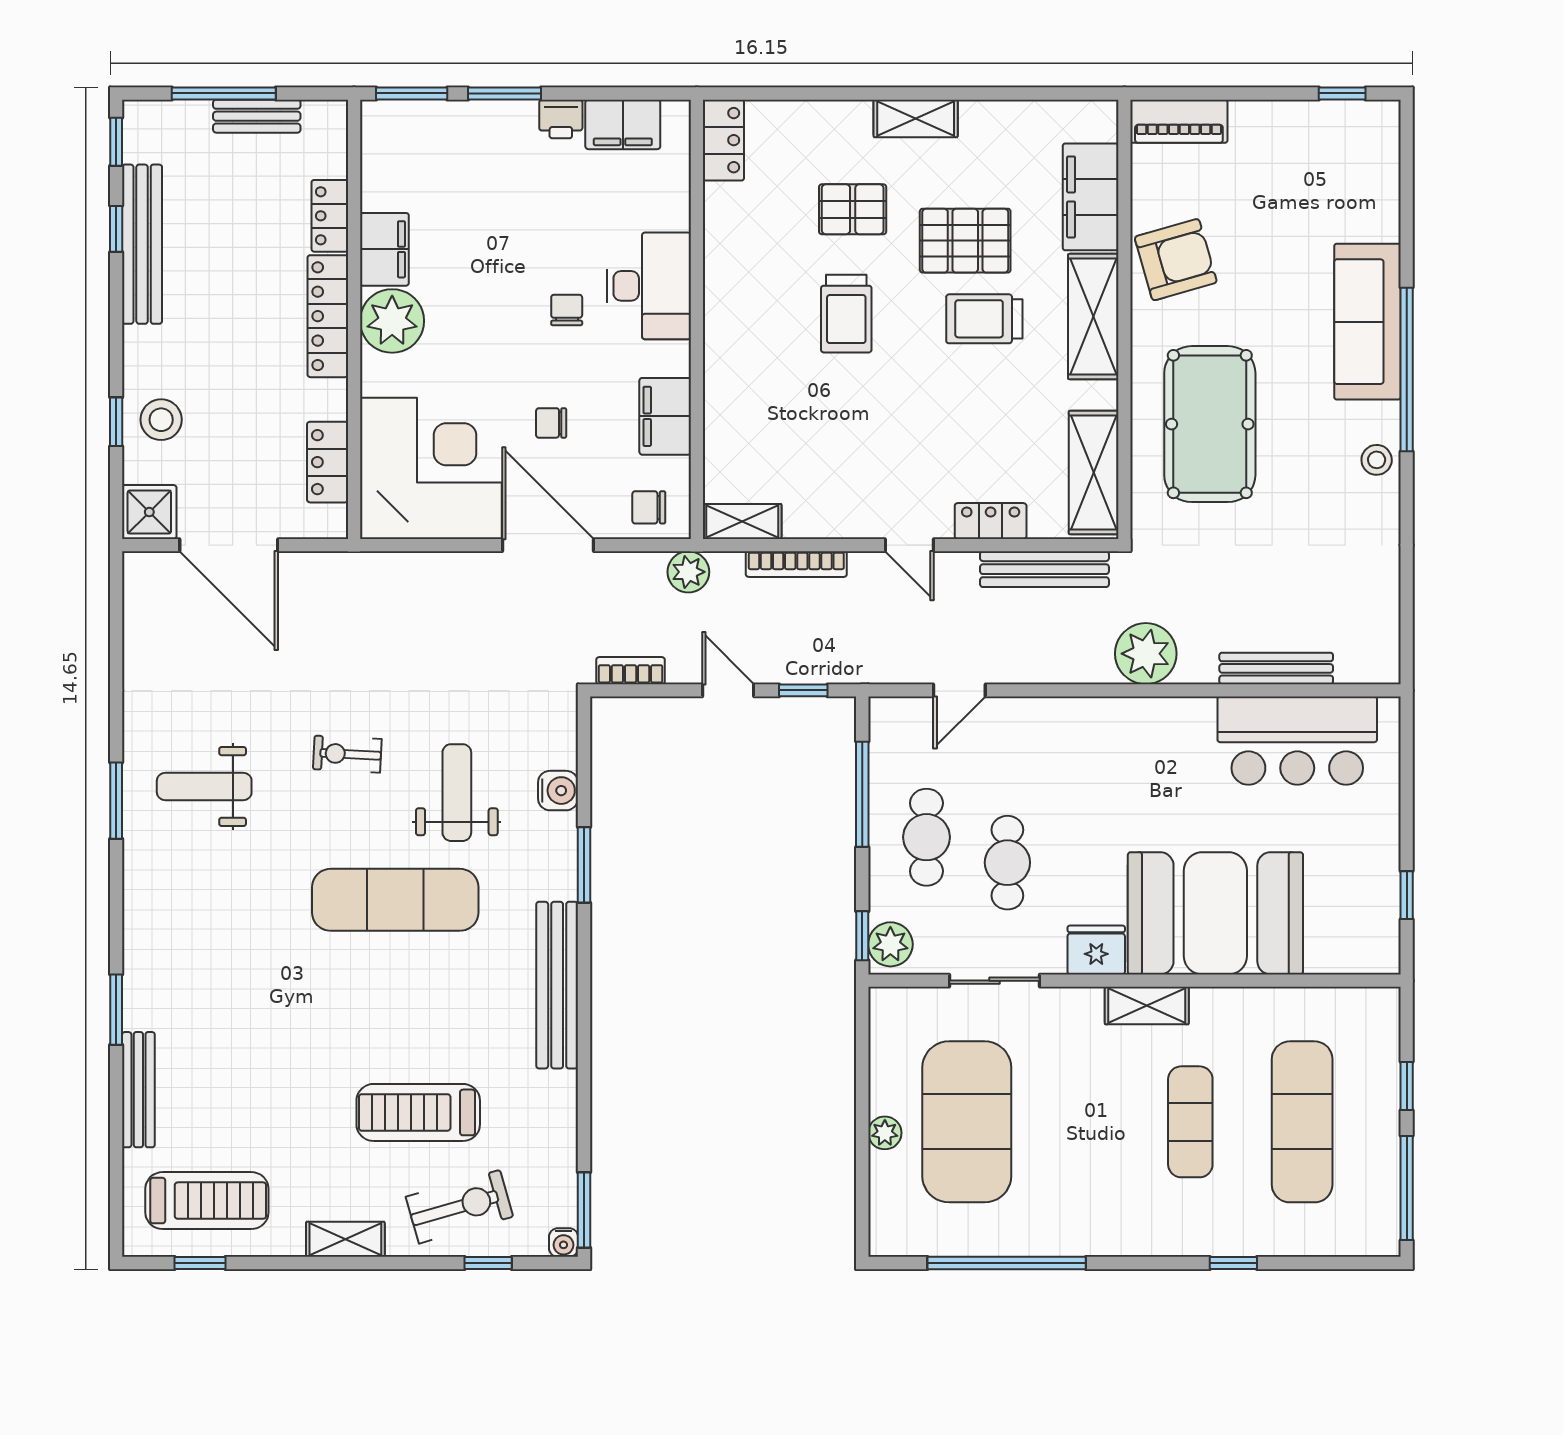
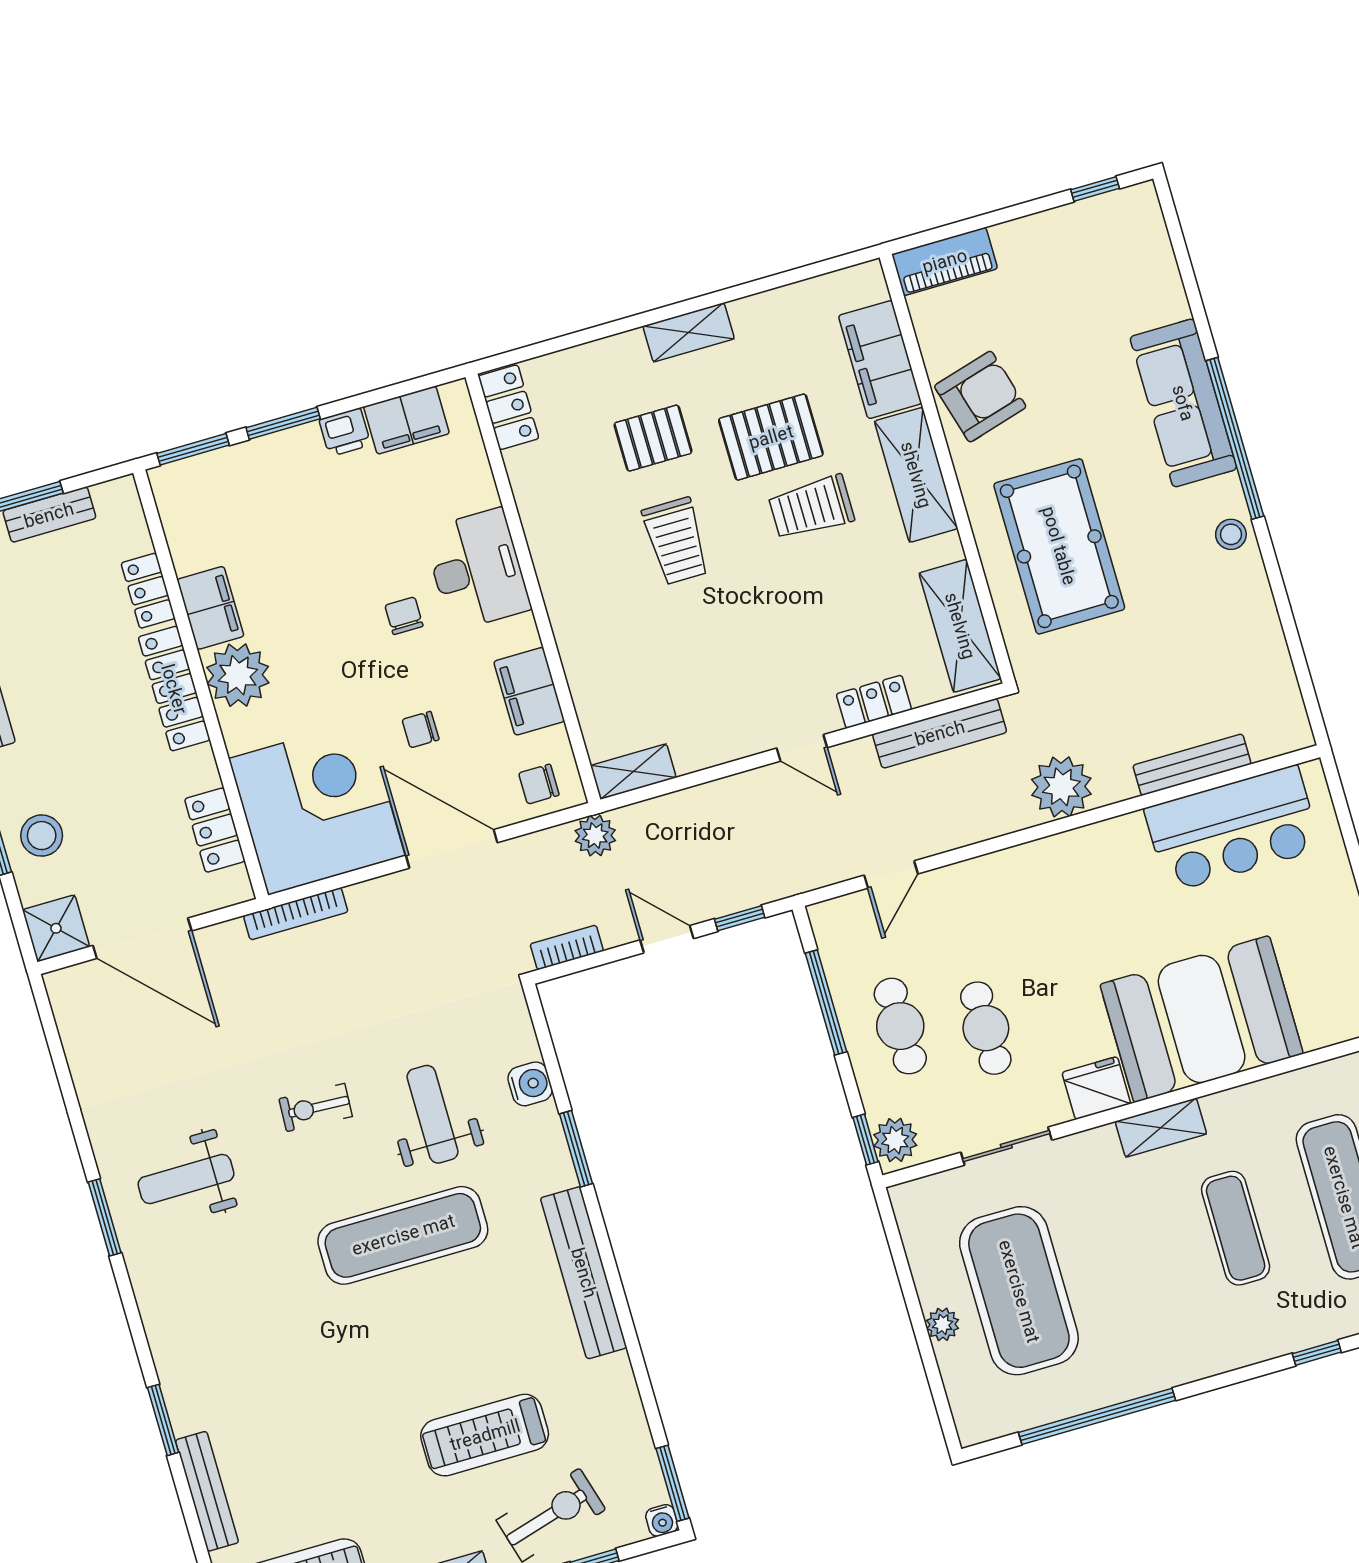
bookcase: (796, 564) -> (296, 914), moved

